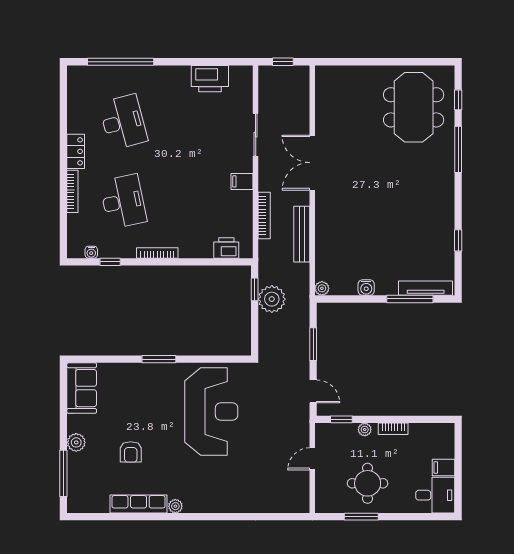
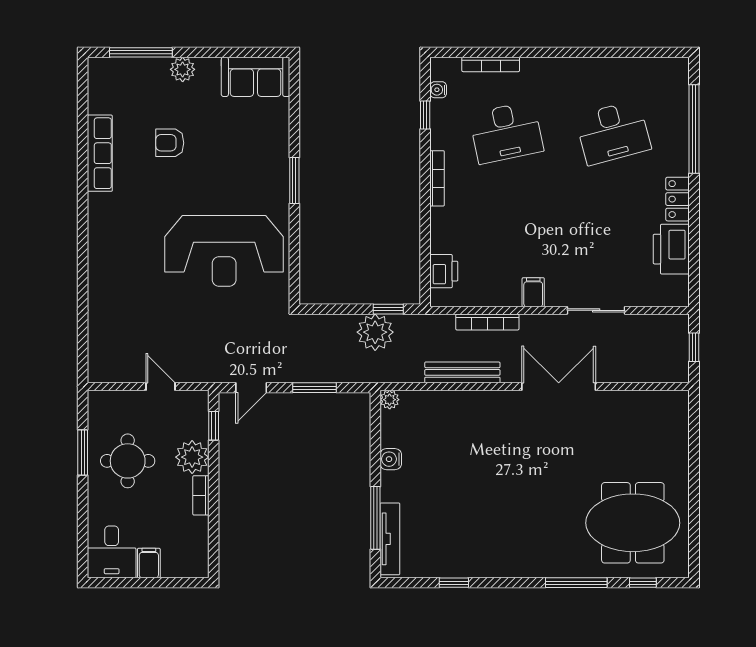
locker: (76, 151) -> (678, 199), moved, turned 90
bookcase: (72, 191) -> (491, 64), moved
plant: (365, 429) -> (192, 457), width x1.87, depth x1.87
plant: (175, 506) -> (97, 203), removed

